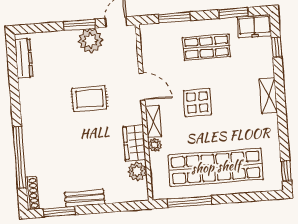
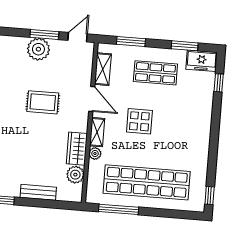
plant: (90, 41) -> (38, 49), moved
shelving: (268, 96) -> (103, 69), moved
bench: (85, 198) -> (38, 192), moved

